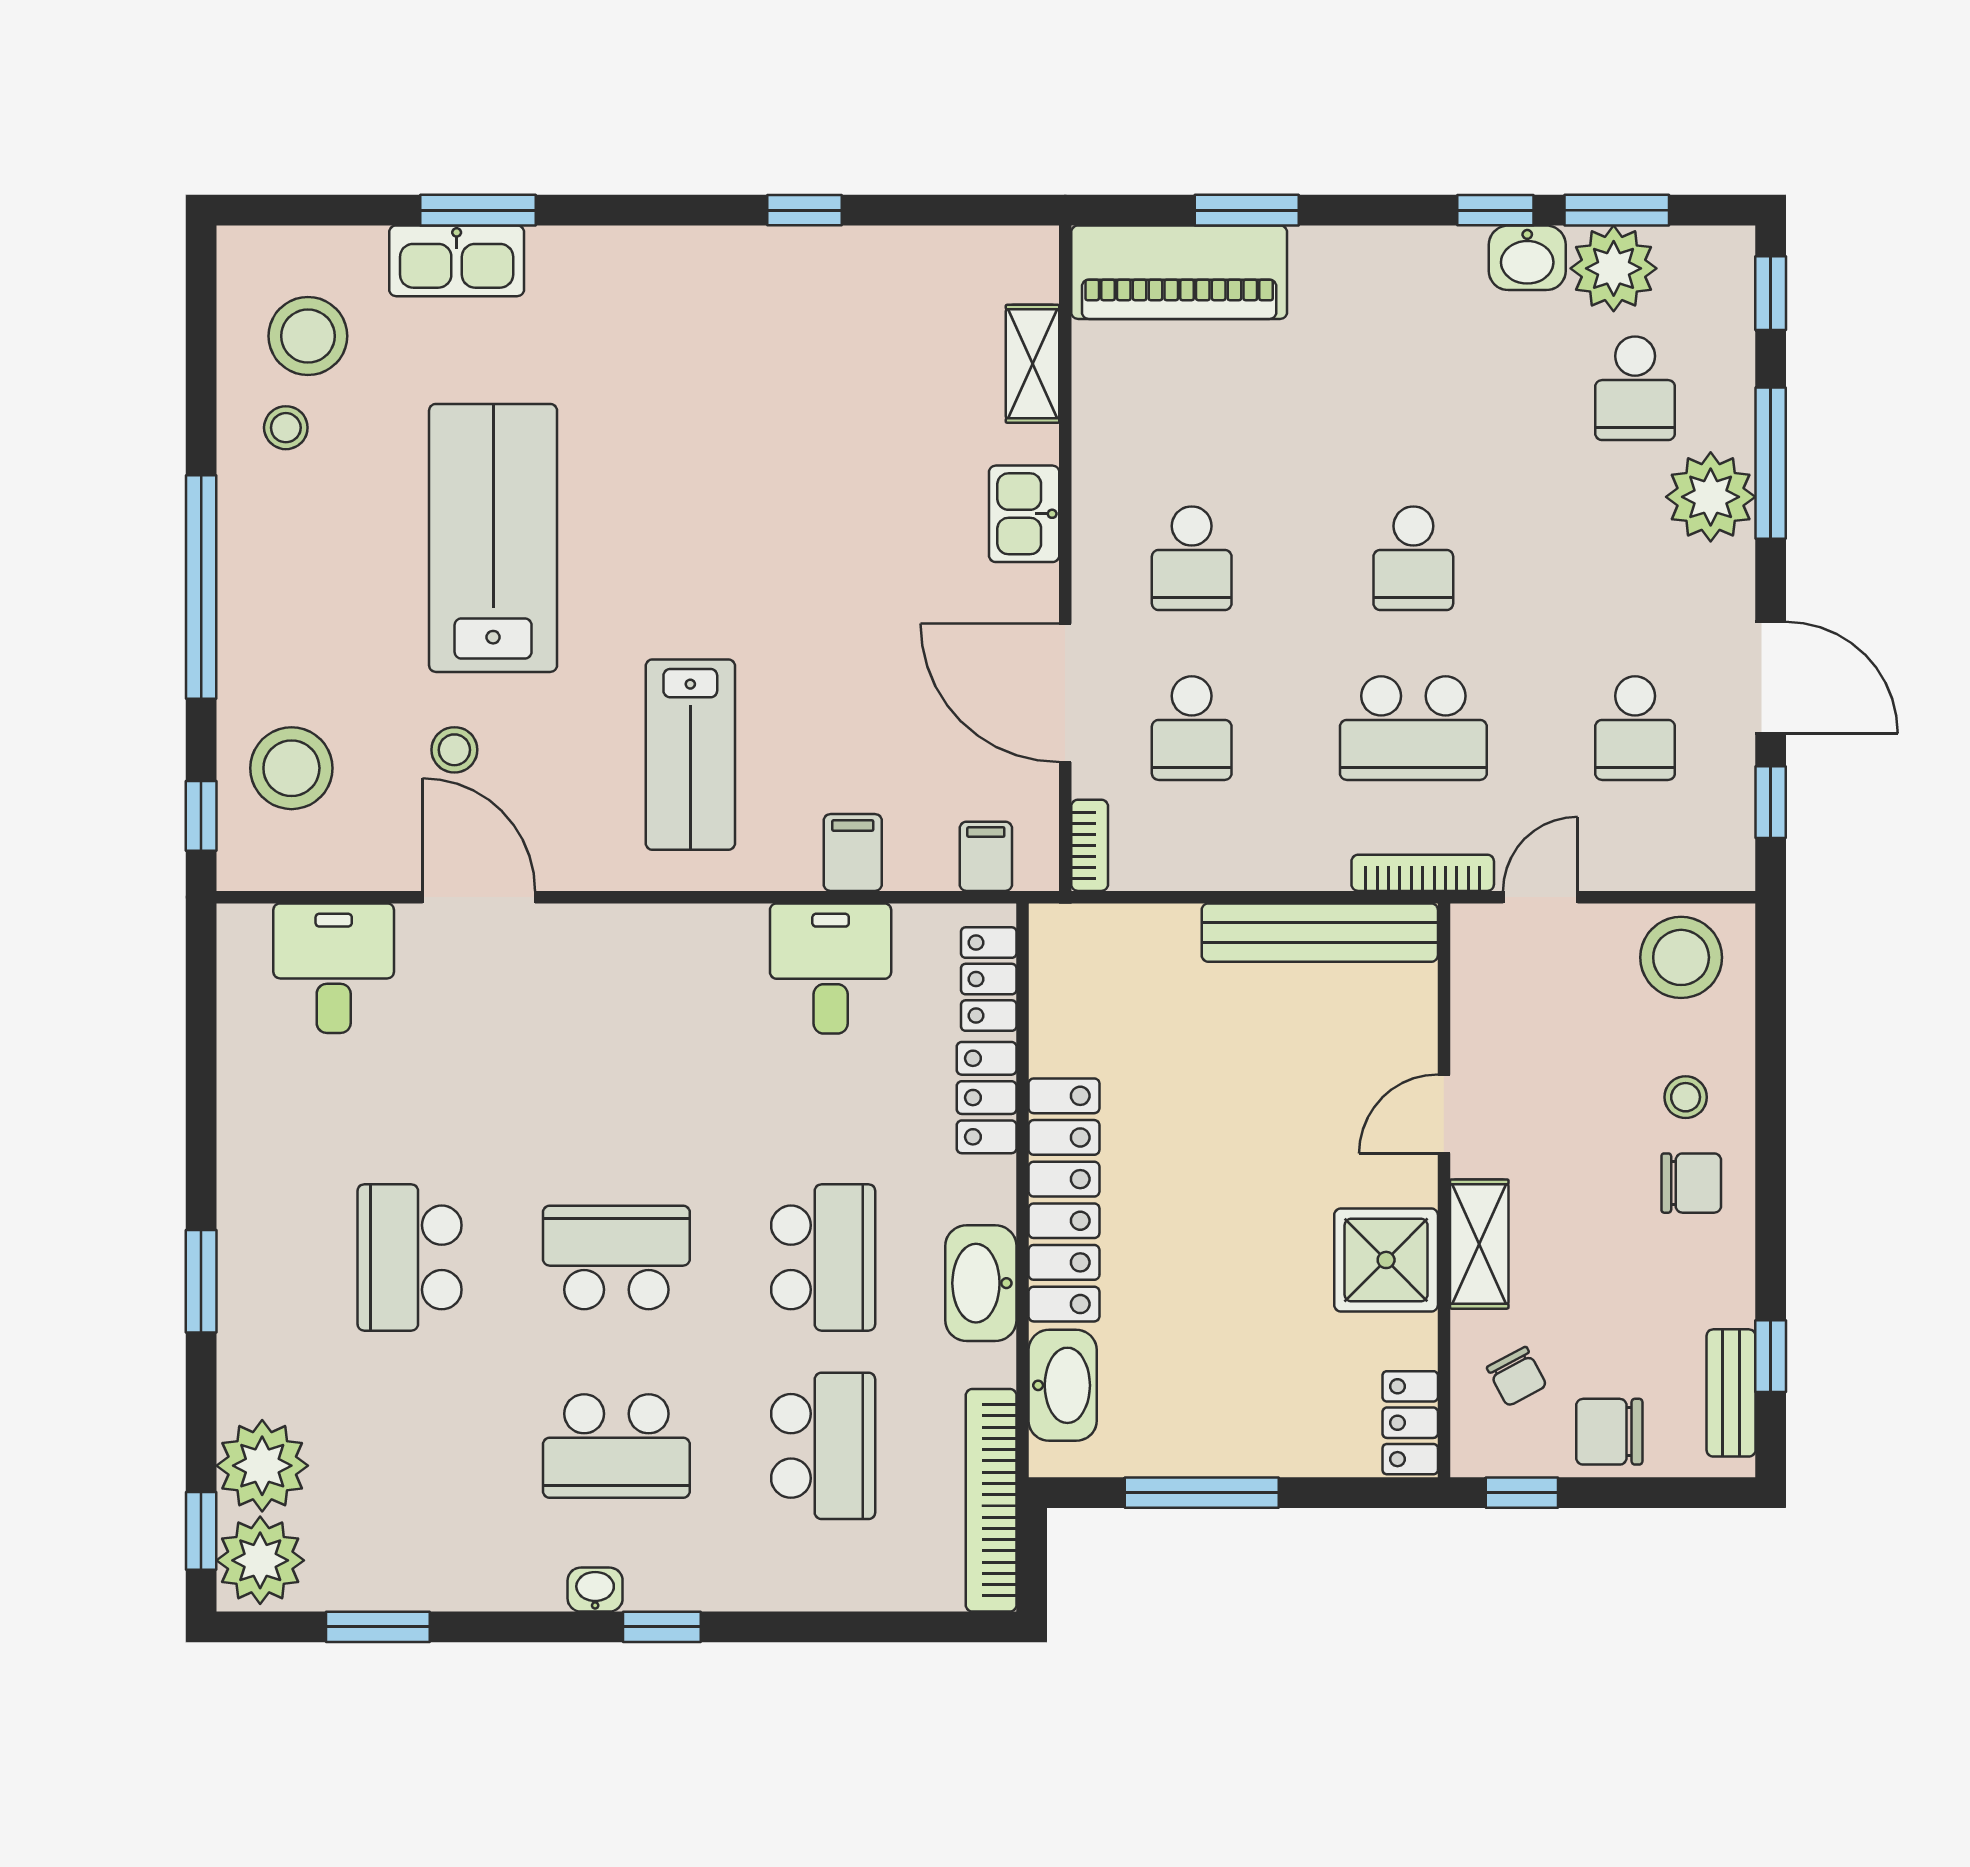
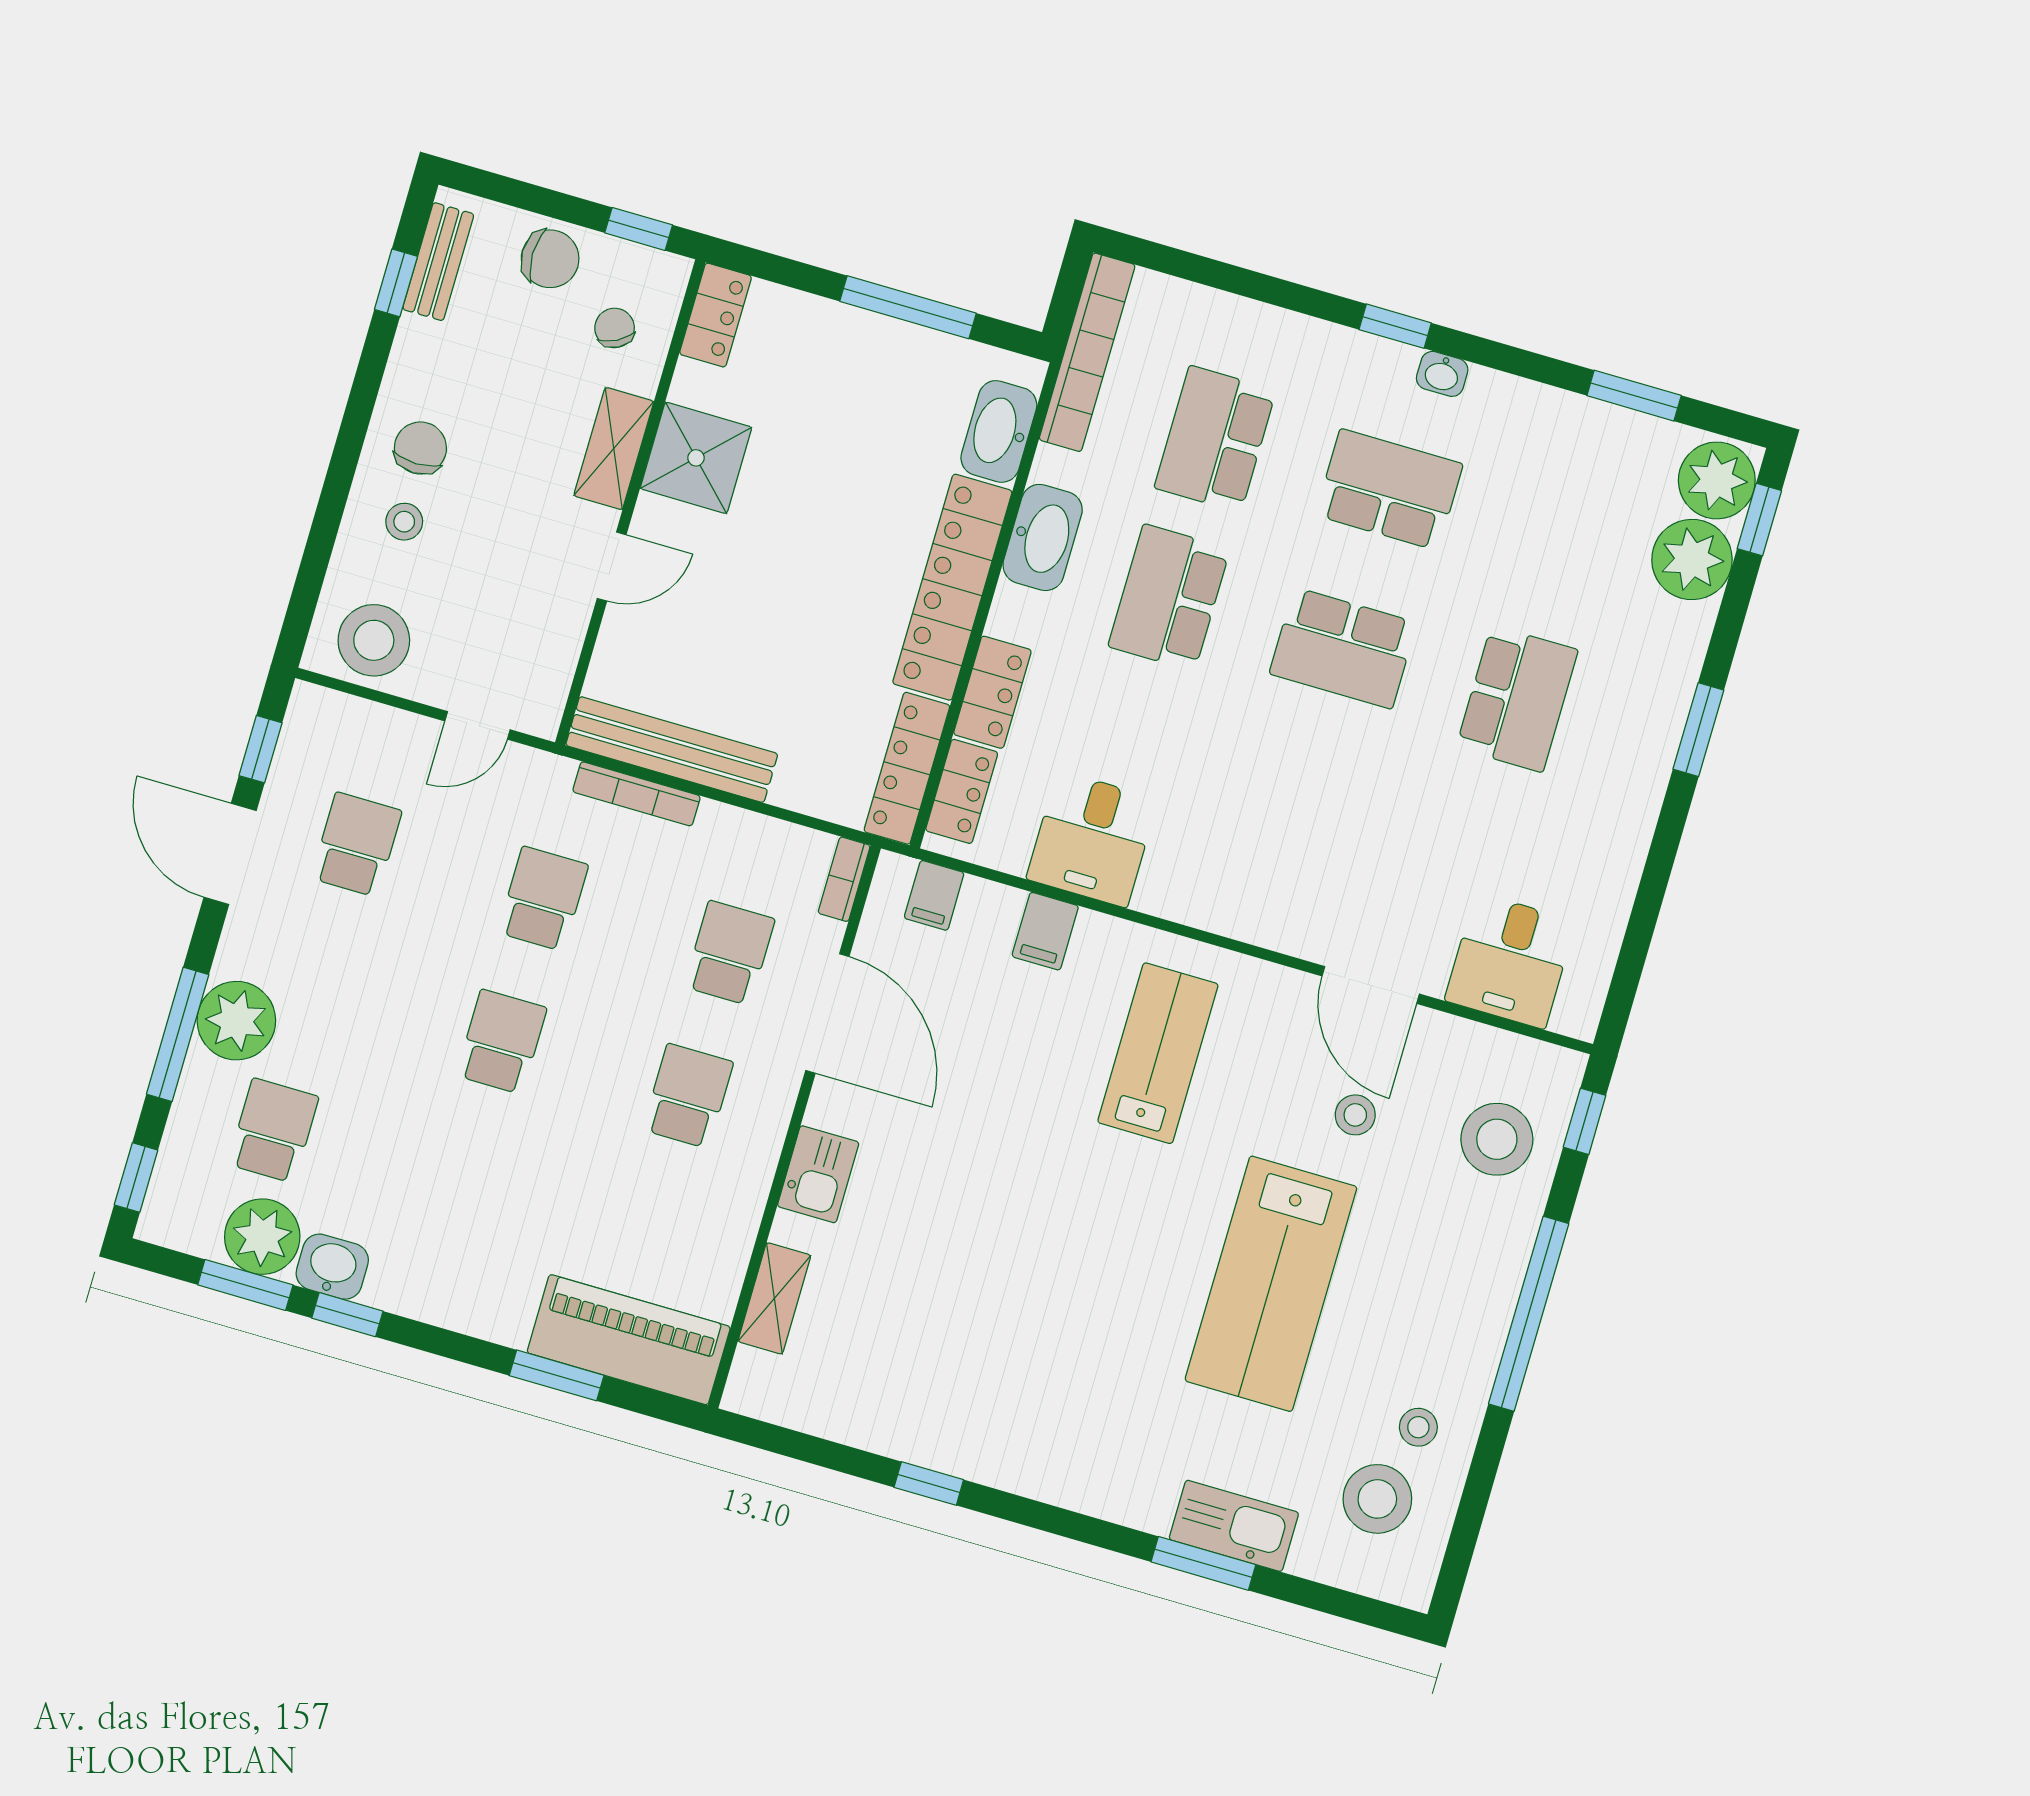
school desk: (1413, 728) -> (543, 899), width x0.54
bookcase: (1423, 873) -> (636, 794), moved
locker: (1056, 987) -> (907, 768), added
chair: (1691, 1183) -> (420, 448), turned 90

